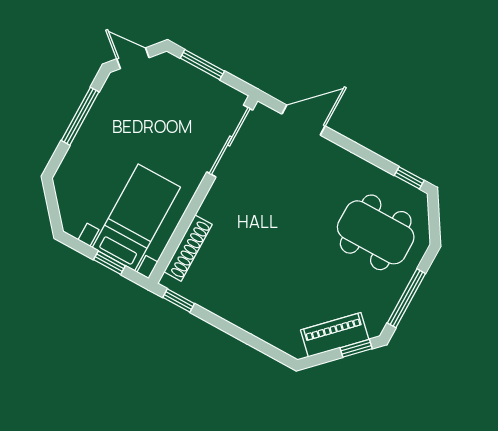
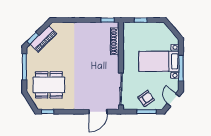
door: (133, 58) -> (173, 100), swing flipped
armchair: (188, 92) -> (146, 98), added
bed with nightstands: (136, 217) -> (159, 61), moved, turned 90

